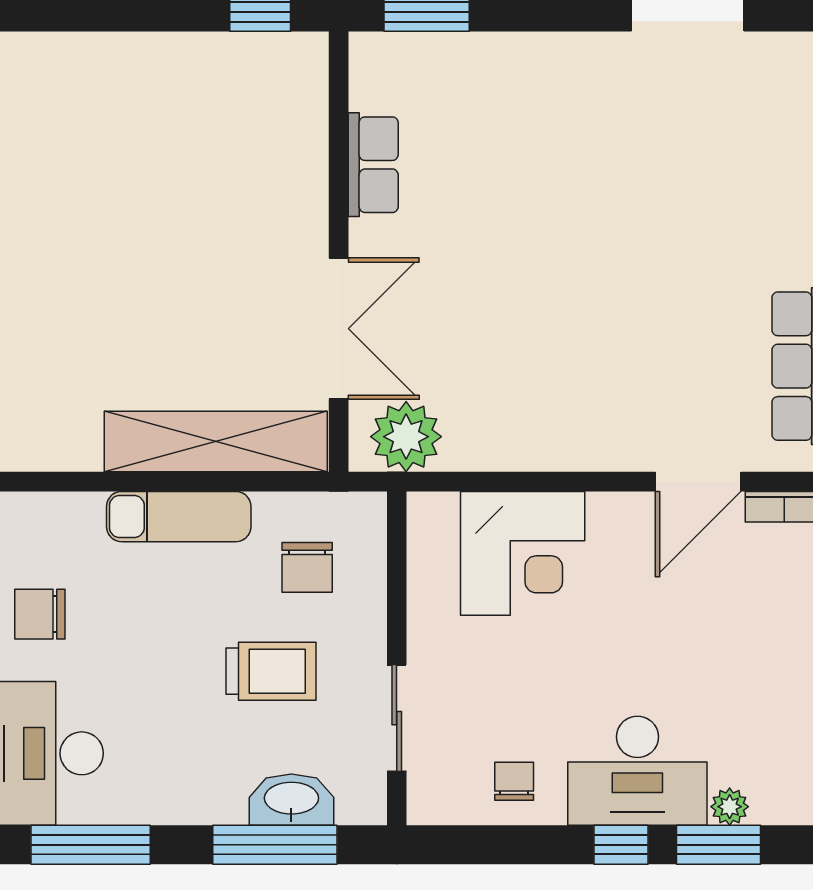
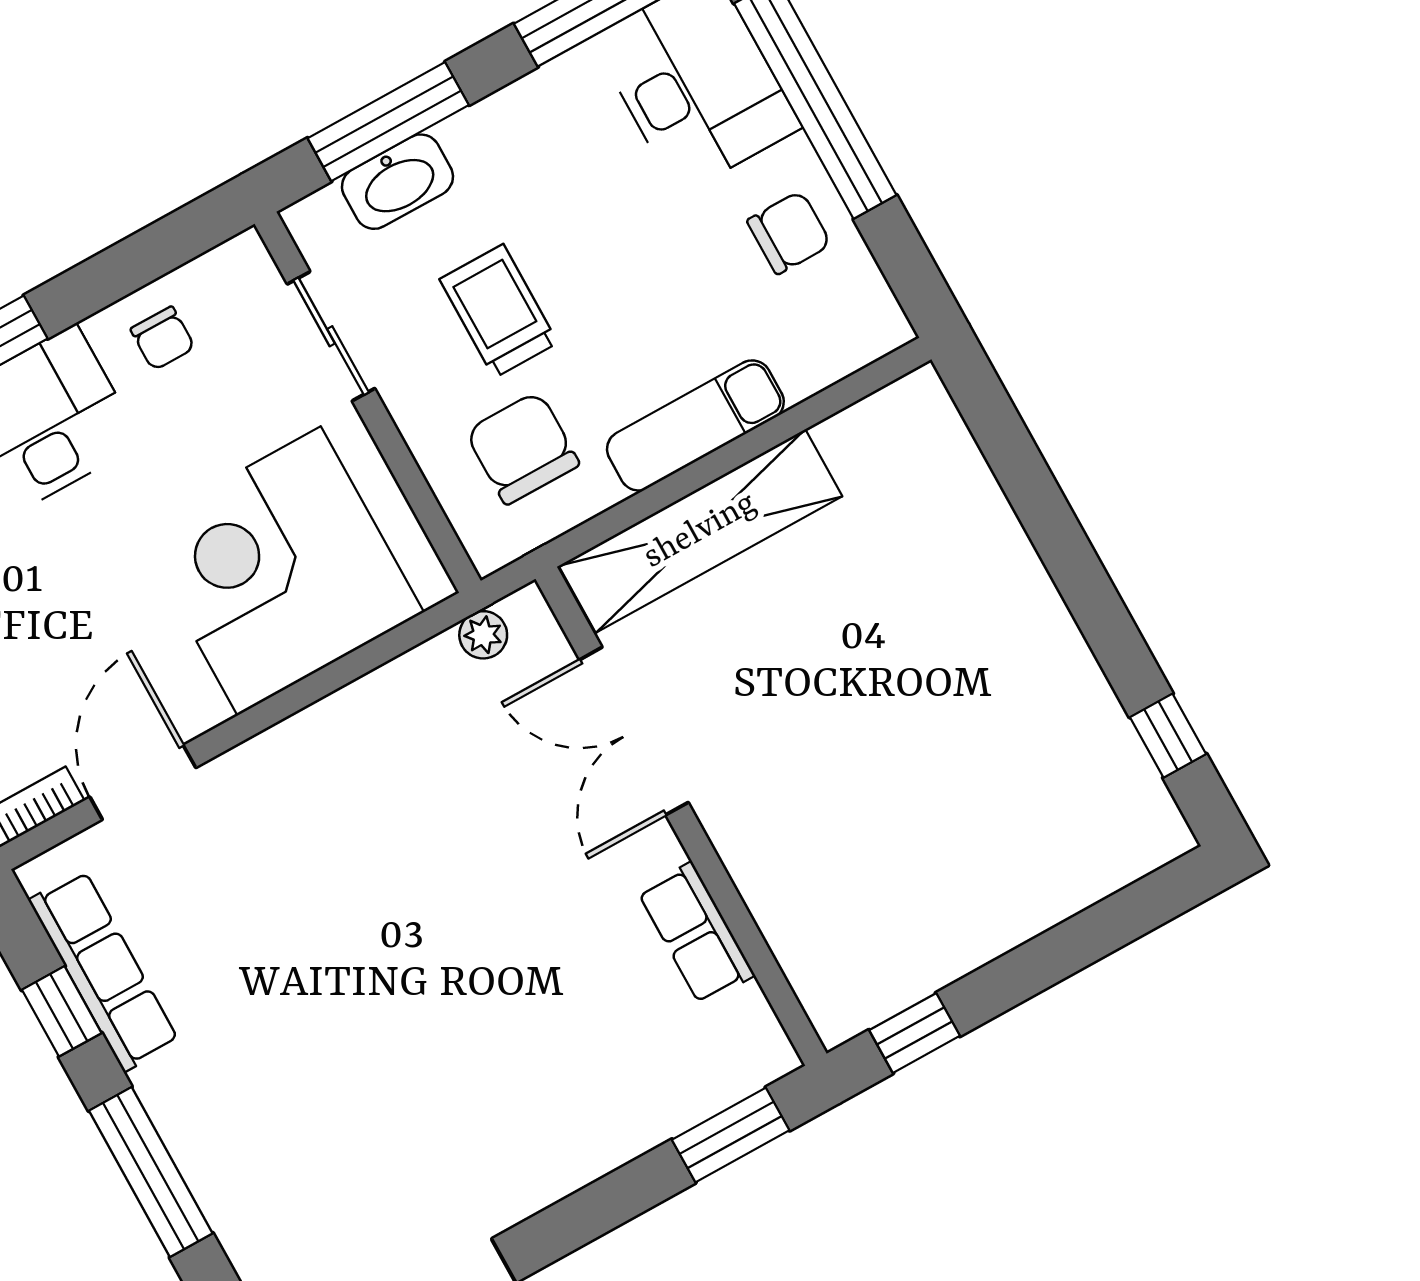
plant: (406, 437) -> (483, 635), width x0.53, depth x0.53
corner desk: (523, 553) -> (279, 571), width x1.36, depth x1.36
chair: (307, 567) -> (522, 448), width x1.37, depth x1.37
trolley: (271, 671) -> (499, 311), turned 90

